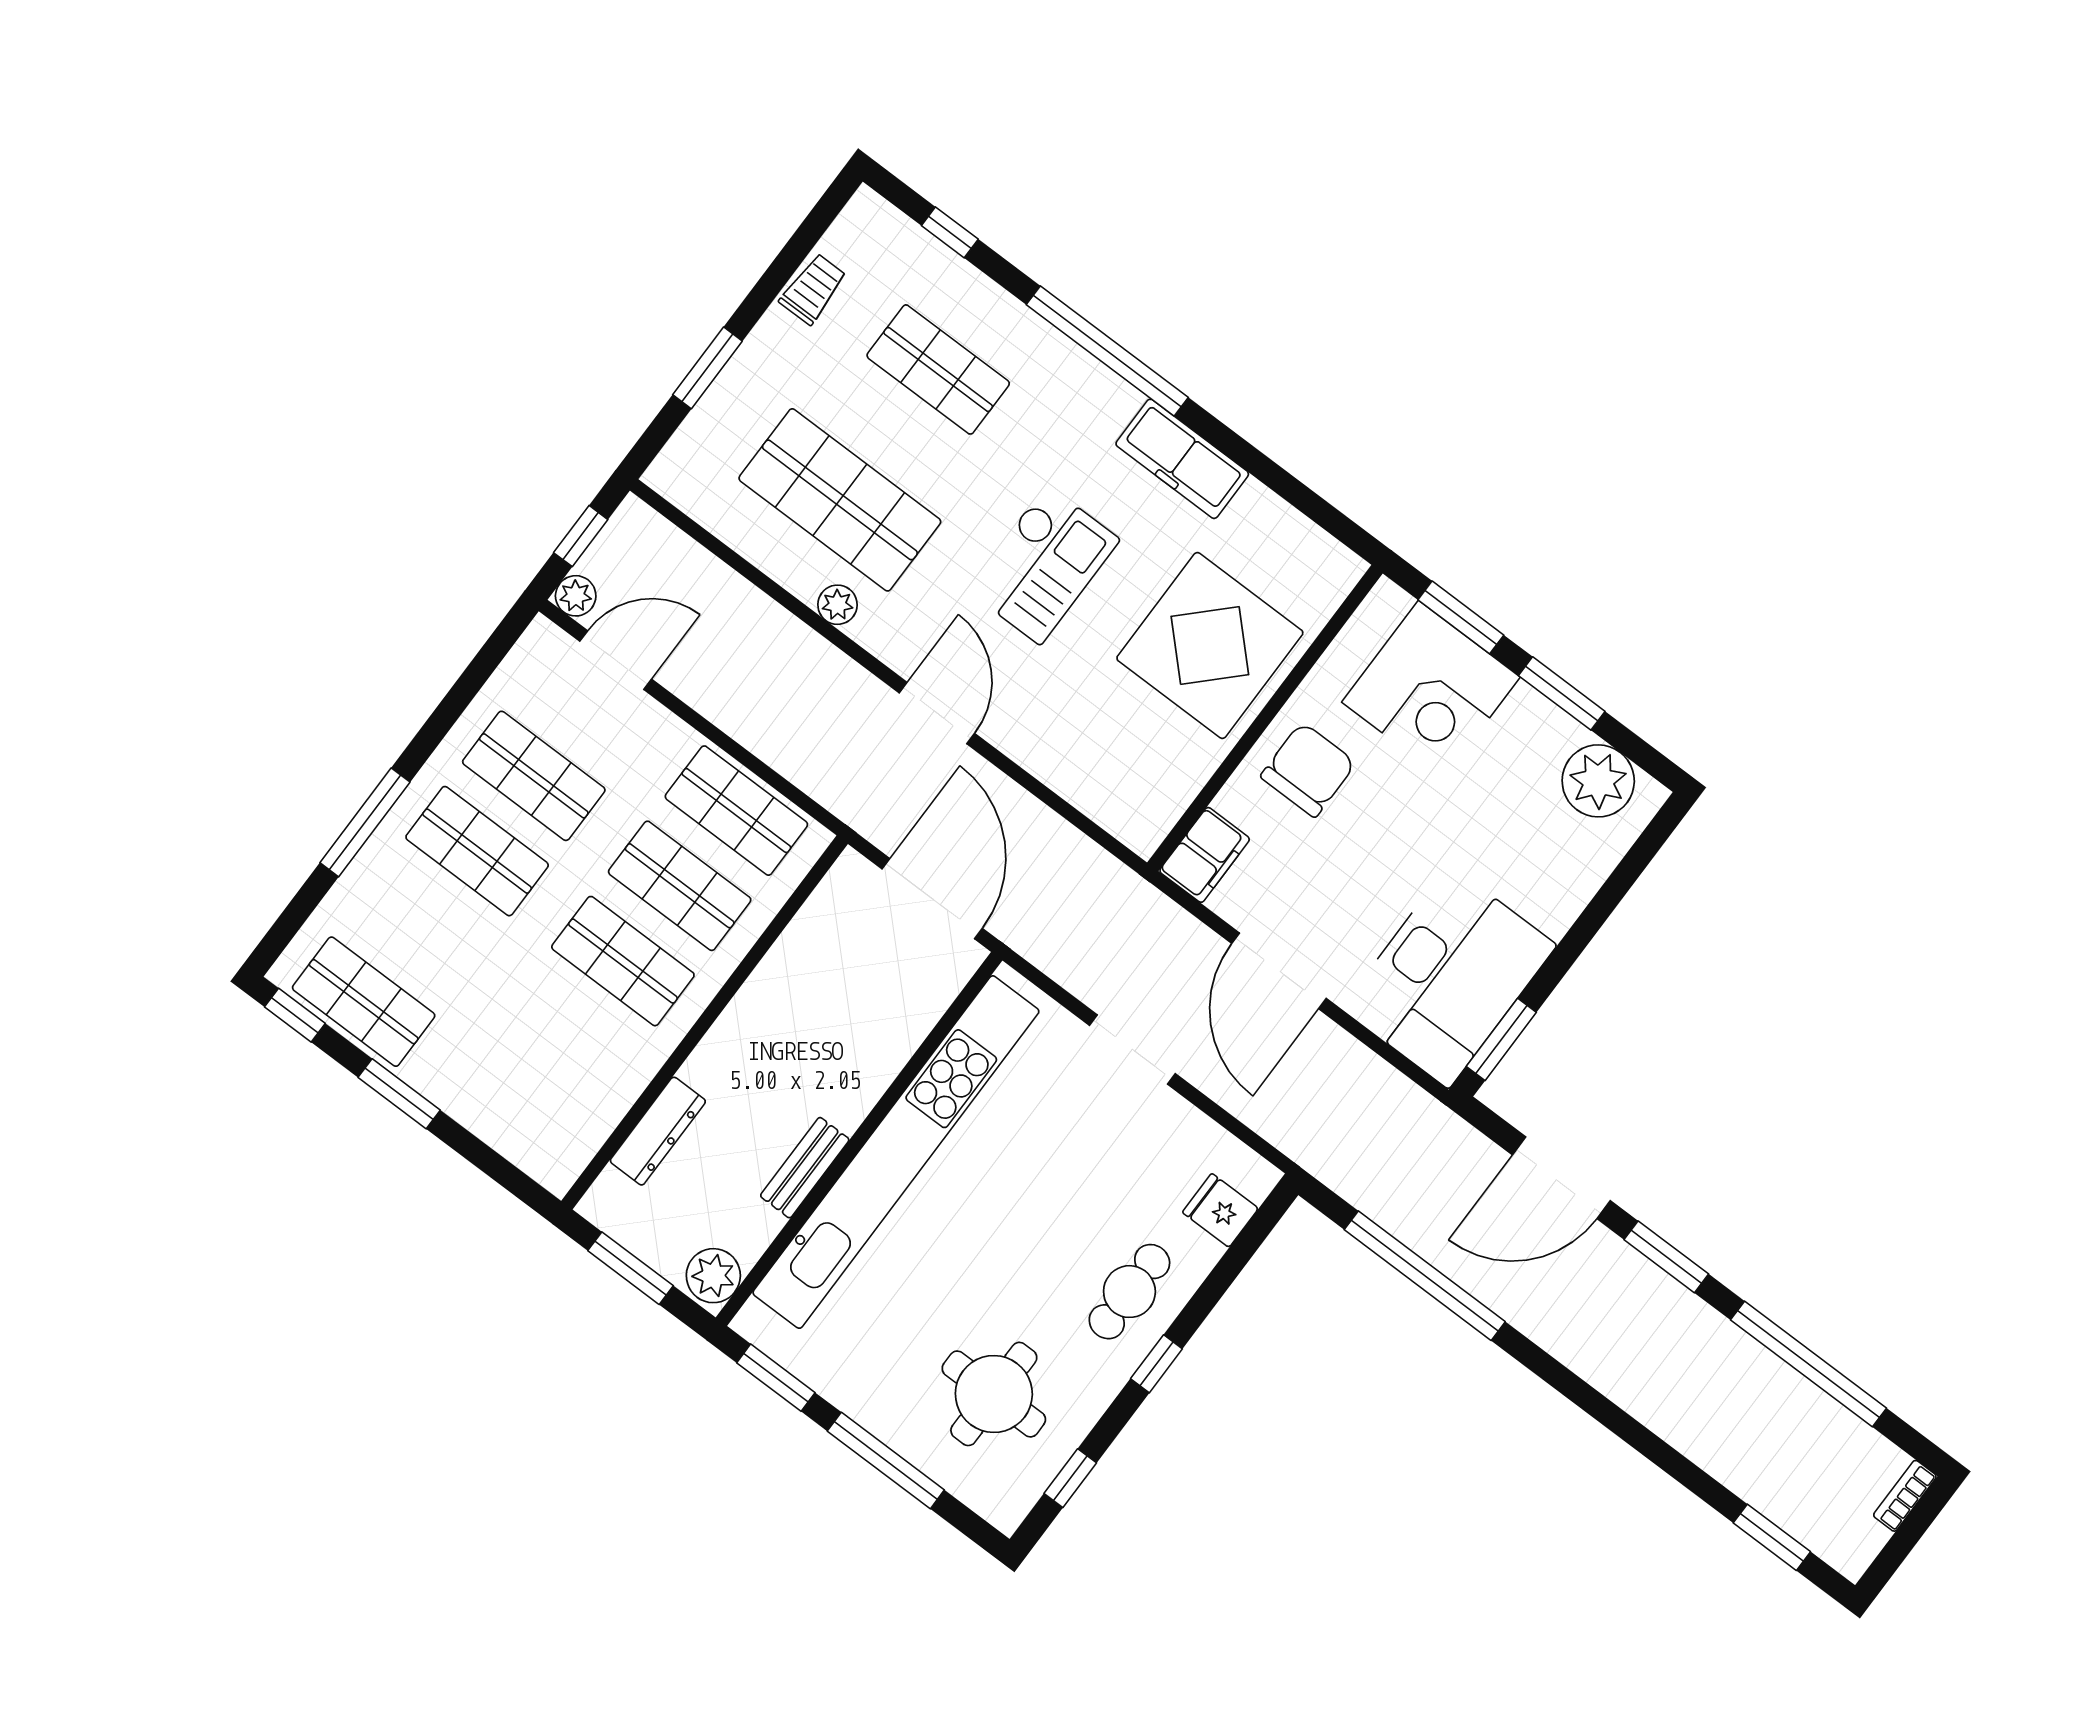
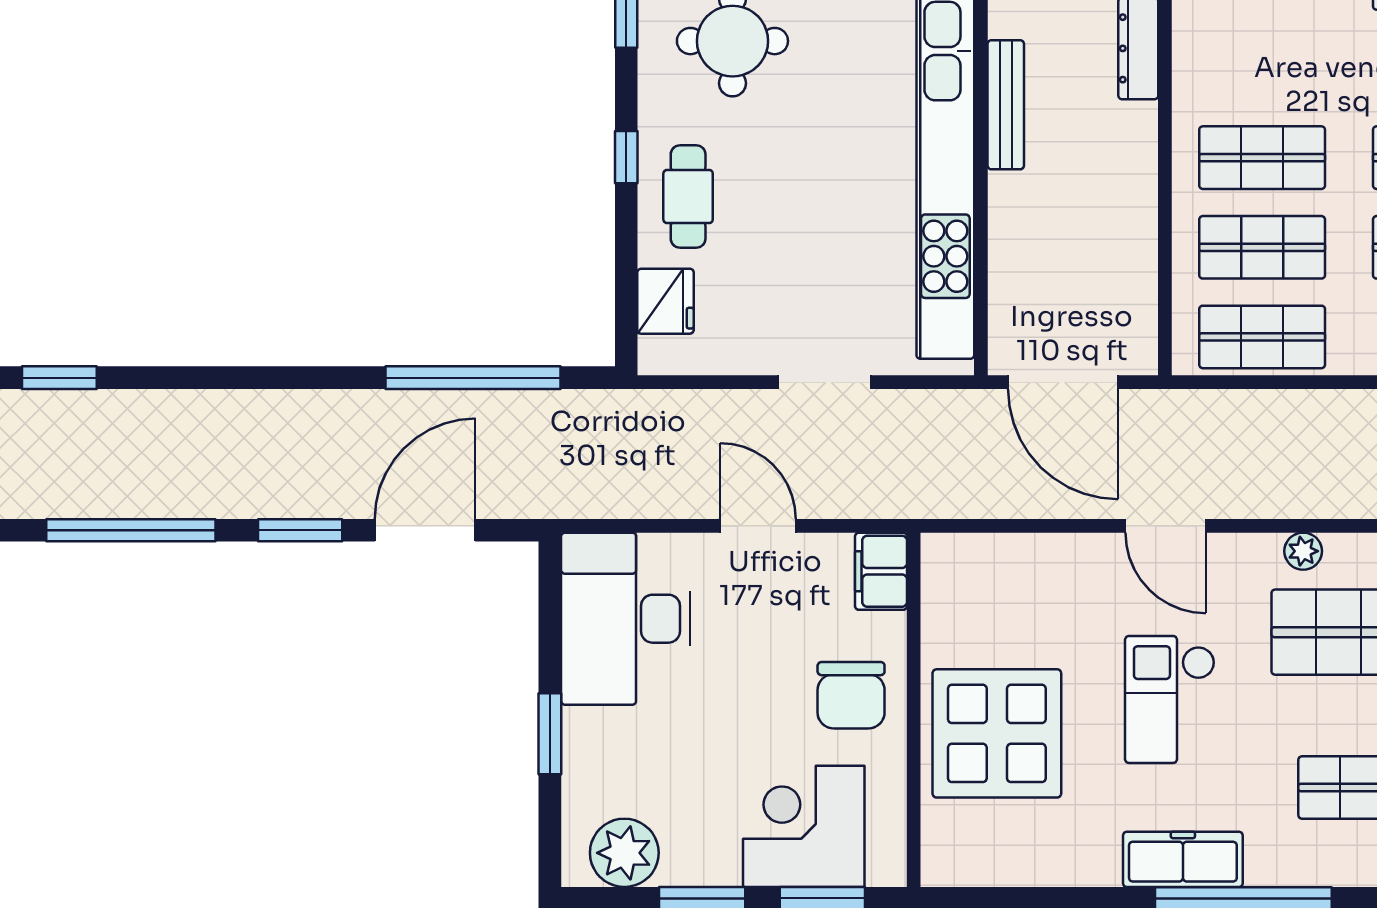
freezer: (1182, 459) -> (1183, 859), moved
door: (1279, 971) -> (758, 526), width x0.73
window: (1501, 1039) -> (550, 734), moved
bench: (805, 1168) -> (1006, 105), width x1.36
fridge: (1220, 1210) -> (666, 301), width x1.38

